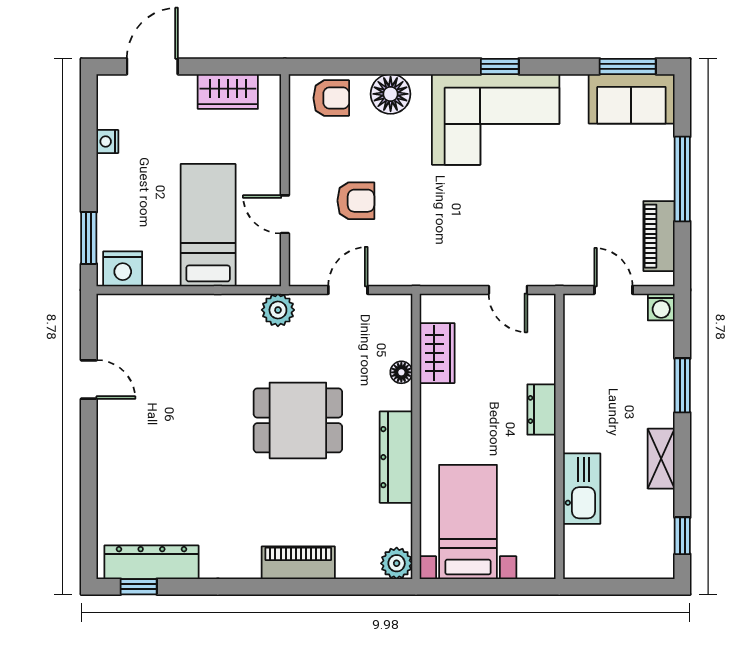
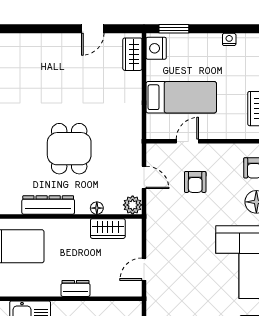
wardrobe: (133, 310) -> (132, 54), added
plant: (278, 310) -> (133, 205), moved

